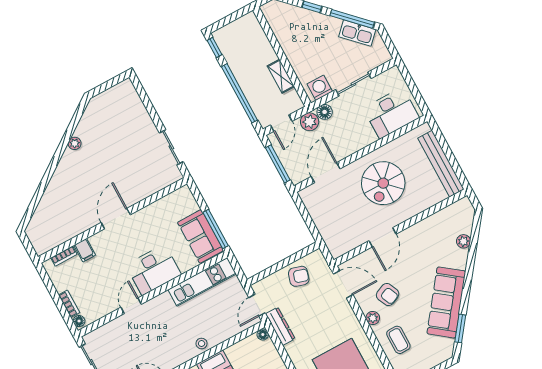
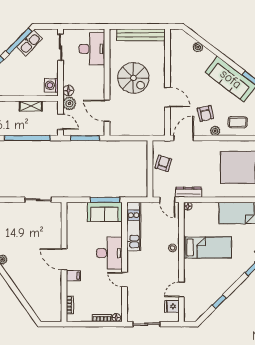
sliding door: (353, 84) -> (61, 47), moved
filing cabinet: (85, 250) -> (73, 276), moved
armchair: (388, 295) -> (205, 113), turned 101

